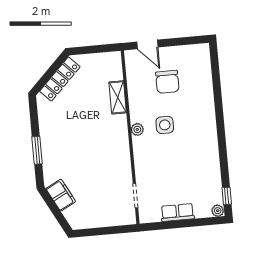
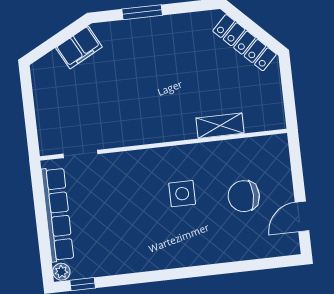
door: (147, 44) -> (302, 217), moved
plant: (137, 129) -> (175, 155), removed
row of seats: (177, 213) -> (58, 214), width x2.02

